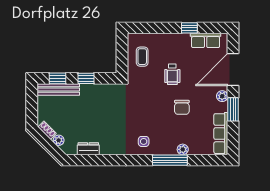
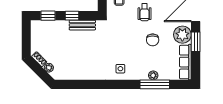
bench: (58, 90) -> (82, 25), moved, width x0.73
plant: (222, 96) -> (182, 35), width x1.88, depth x1.88
dresser: (88, 149) -> (74, 75), removed
window: (170, 160) -> (155, 84), moved

